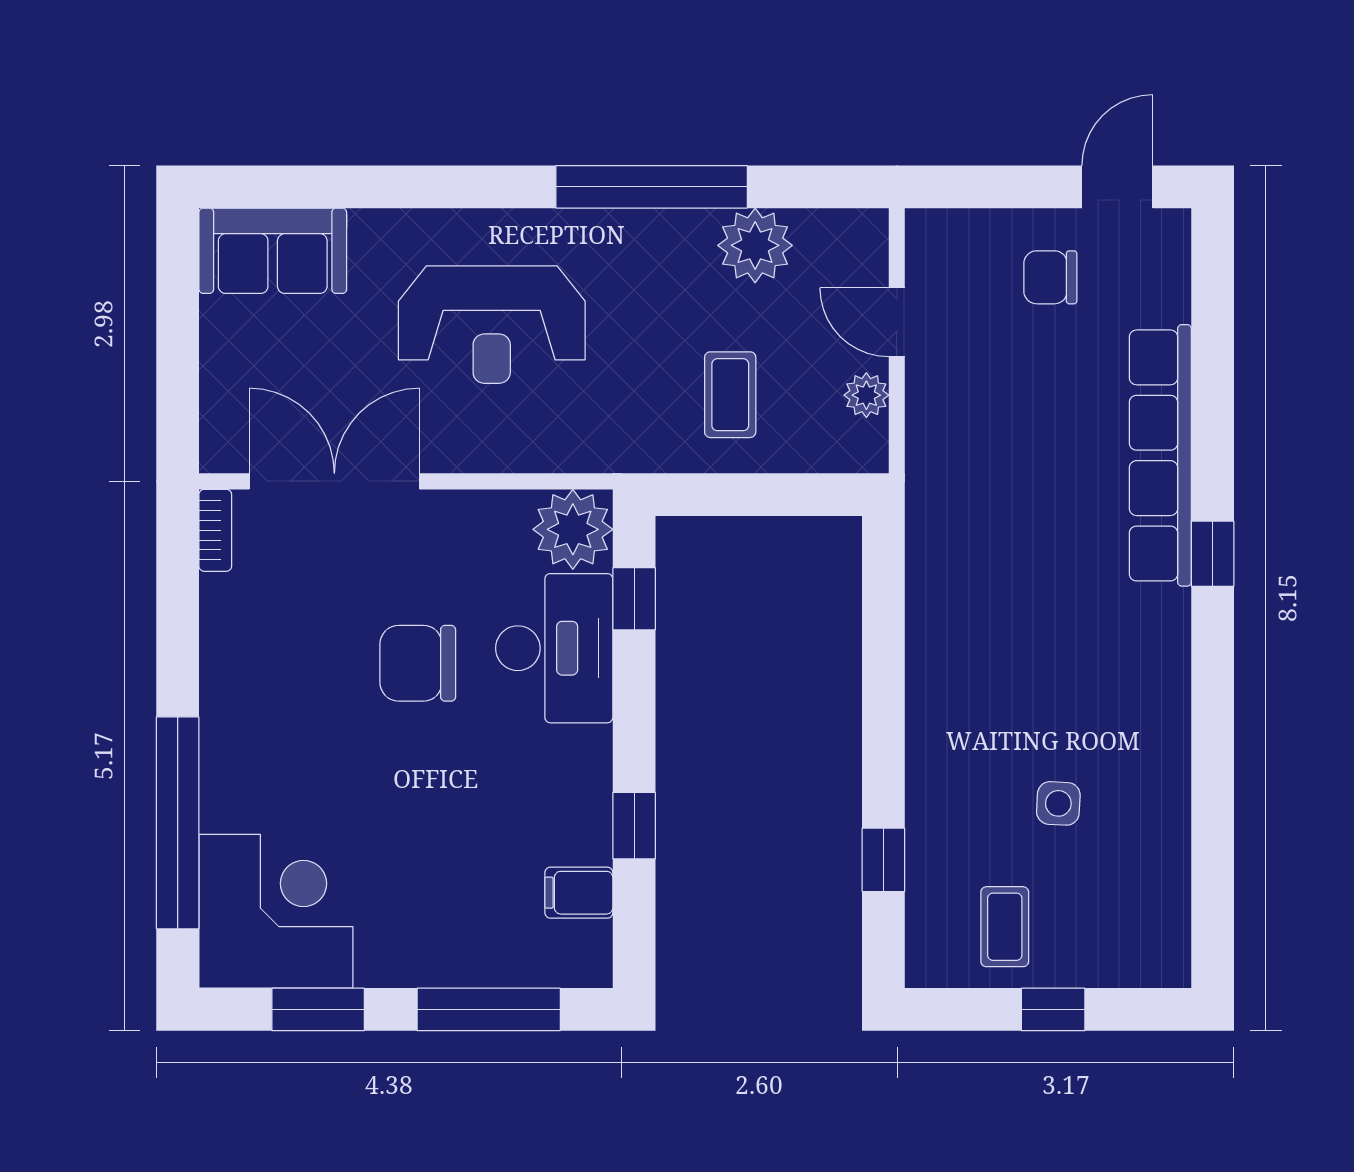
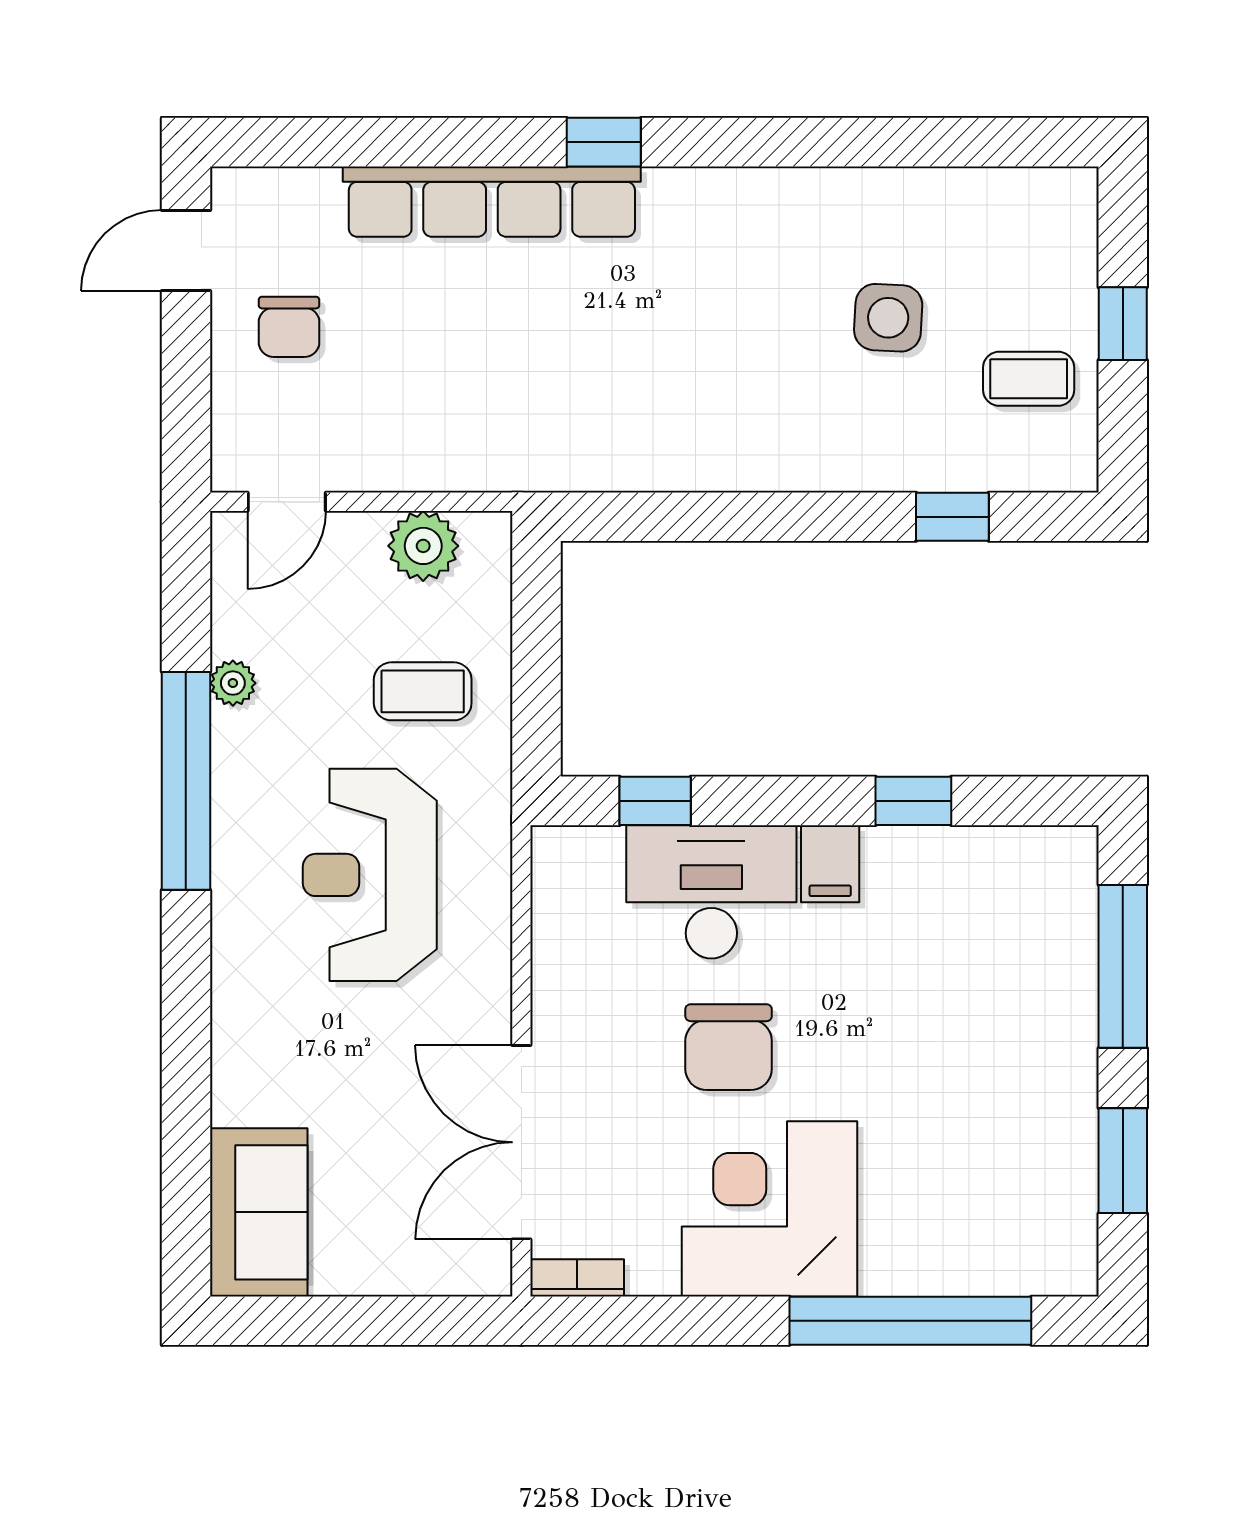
door: (1117, 187) -> (186, 250), hinge flipped
plant: (755, 245) -> (233, 683), width x0.53, depth x0.53
door: (897, 322) -> (287, 502), moved
reception desk: (492, 325) -> (370, 875), moved, turned 180
plant: (866, 395) -> (423, 546), width x1.38, depth x1.38
plant: (573, 529) -> (576, 871), removed
side table: (1058, 803) -> (888, 318), width x1.37, depth x1.37
filing cabinet: (579, 893) -> (830, 864), moved
corner desk: (276, 911) -> (770, 1209), moved

